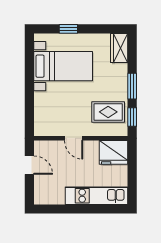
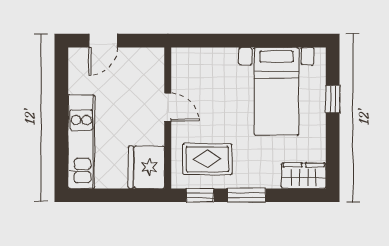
rug: (108, 112) -> (207, 159), turned 90
door: (74, 138) -> (168, 107), swing flipped
door: (29, 165) -> (103, 41), moved

